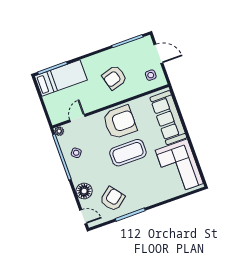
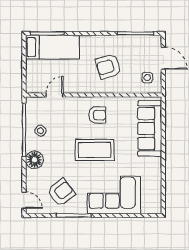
armchair: (120, 122) -> (97, 115), width x0.53, depth x0.53
plant: (59, 131) -> (31, 102), removed
corner sofa: (179, 167) -> (114, 195), moved, turned 90
floor lamp: (84, 191) -> (34, 160), moved

